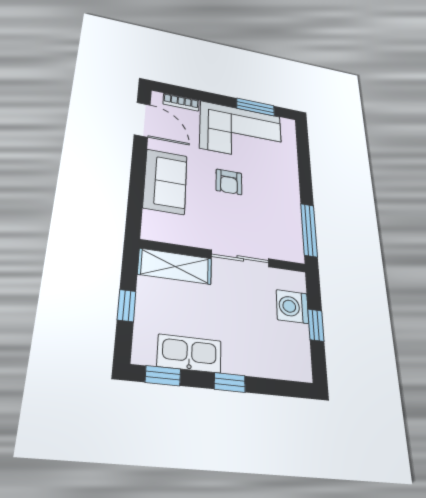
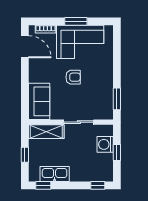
window: (255, 107) -> (76, 21), moved
sofa: (165, 181) -> (39, 101), moved
armchair: (229, 182) -> (73, 77), turned -90
window: (309, 230) -> (117, 99), width x0.69
window: (230, 382) -> (98, 185), moved

